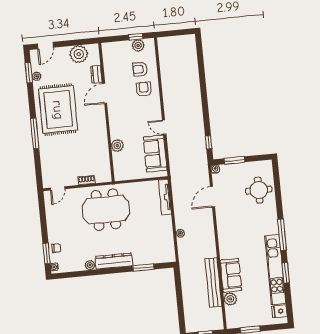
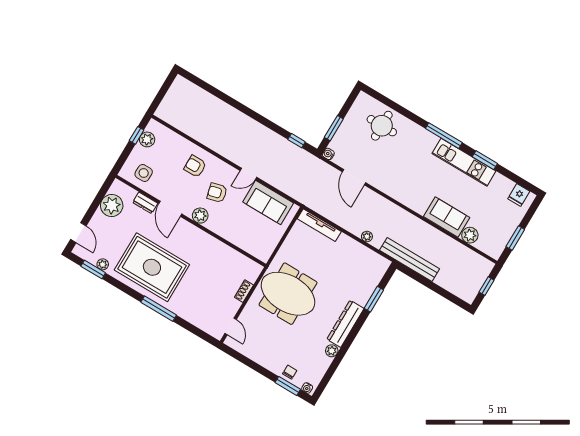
side table: (115, 59) -> (144, 173), added
armchair: (140, 69) -> (217, 193), moved, turned 76
plant: (117, 146) -> (200, 216), moved
meeting table: (106, 210) -> (288, 294), turned 90
kitchen unit: (275, 270) -> (464, 162), width x0.73
bench: (213, 282) -> (410, 259), moved

